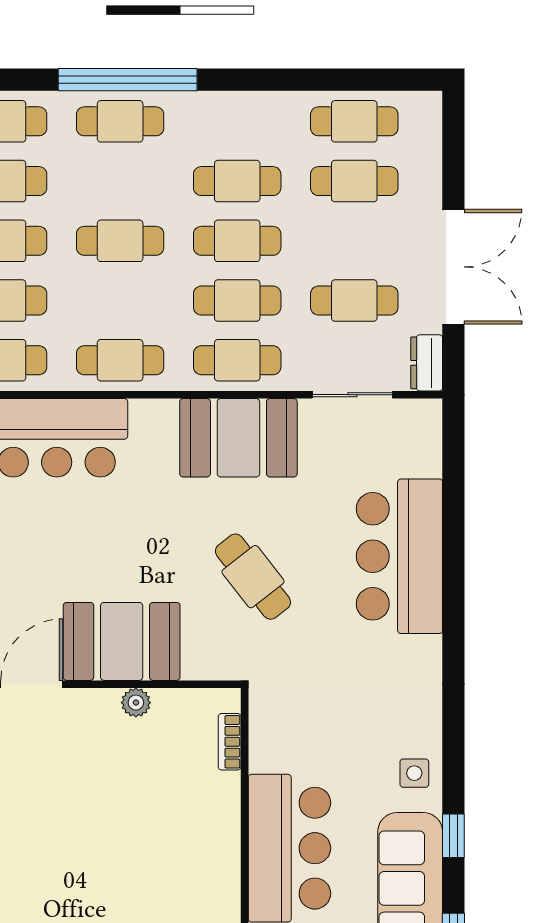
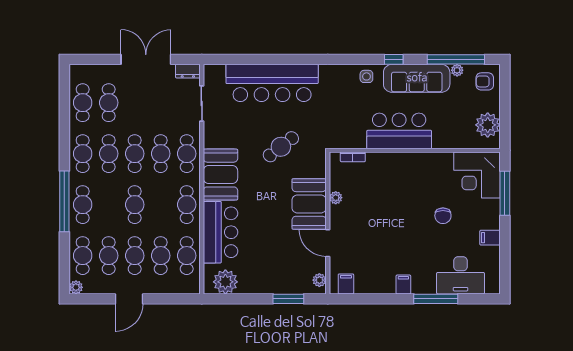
cafe table: (354, 301) -> (83, 154), moved
booth: (238, 438) -> (220, 175), moved
bar counter: (399, 556) -> (272, 83), width x1.36

